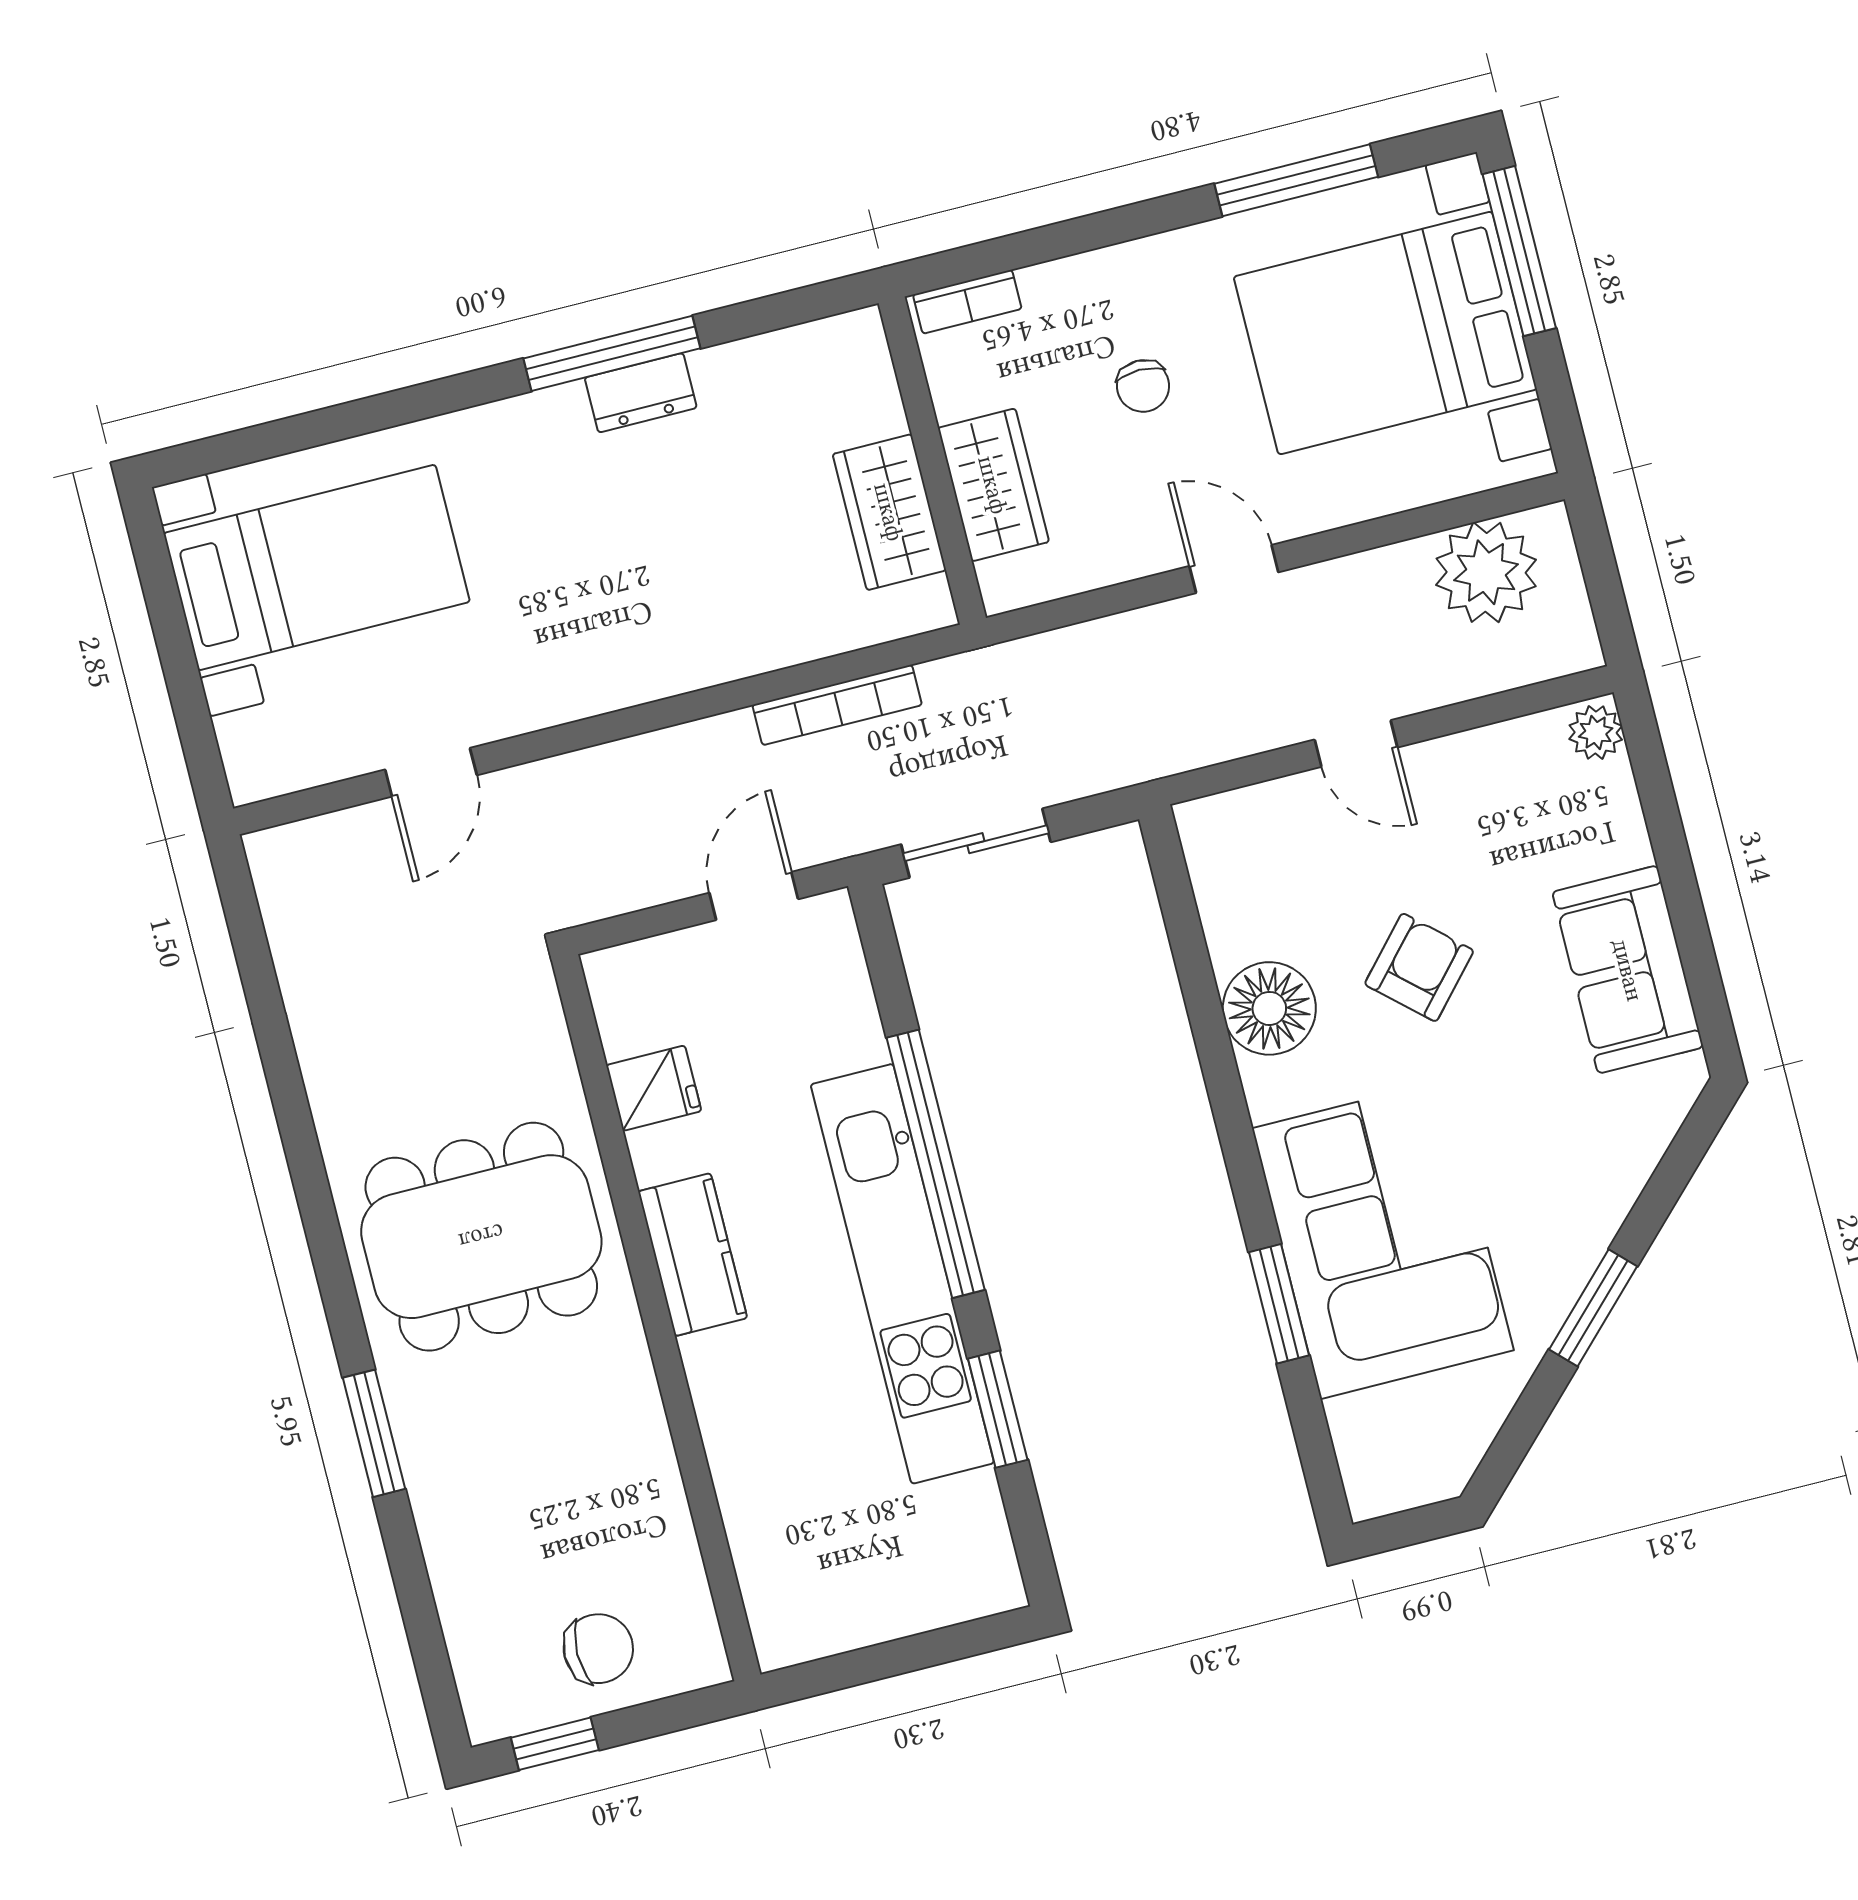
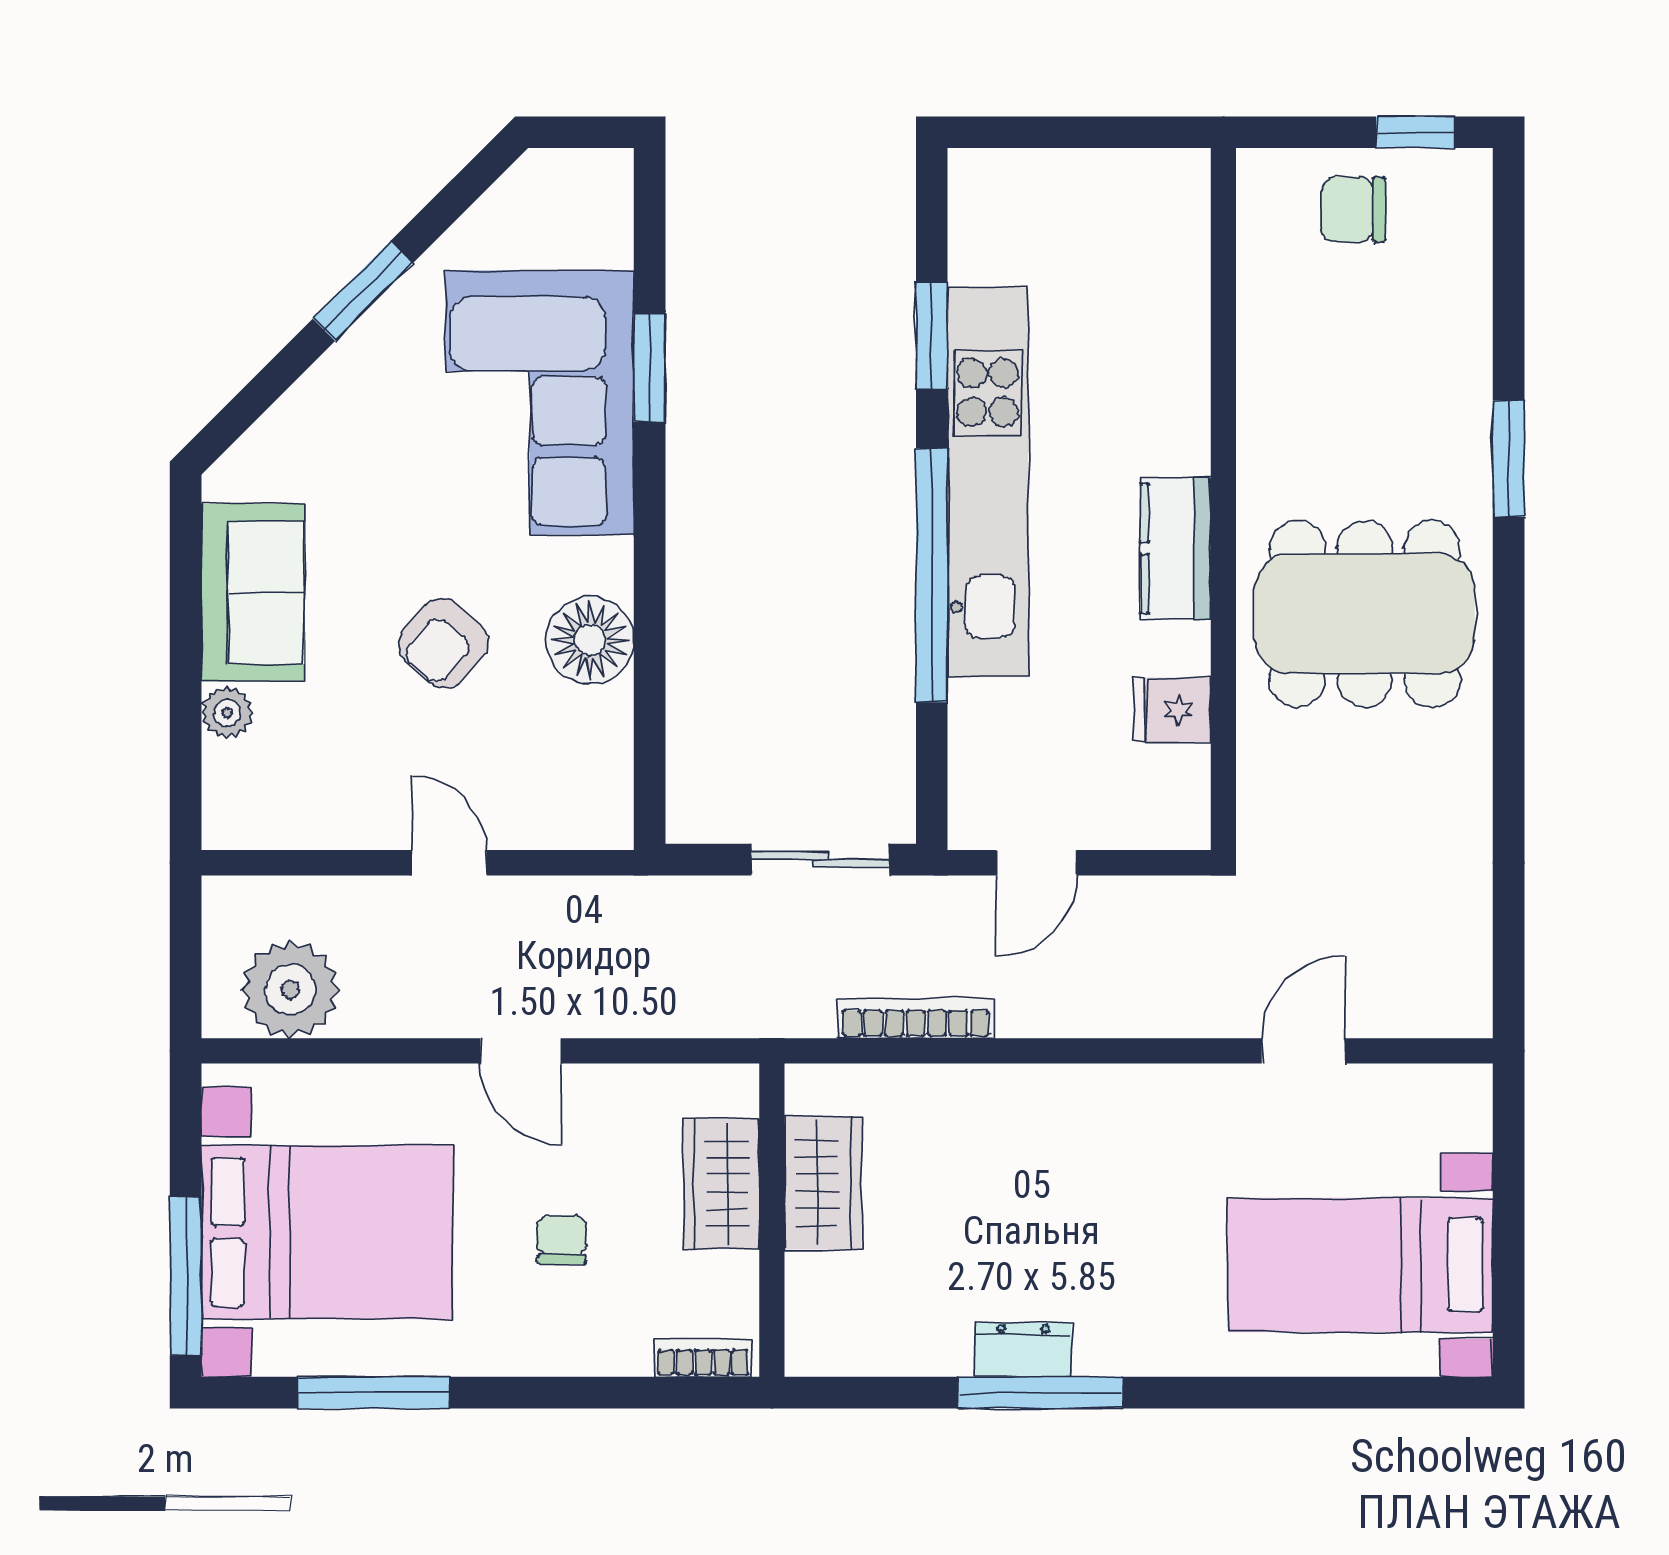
plant: (1596, 732) -> (227, 713), moved

